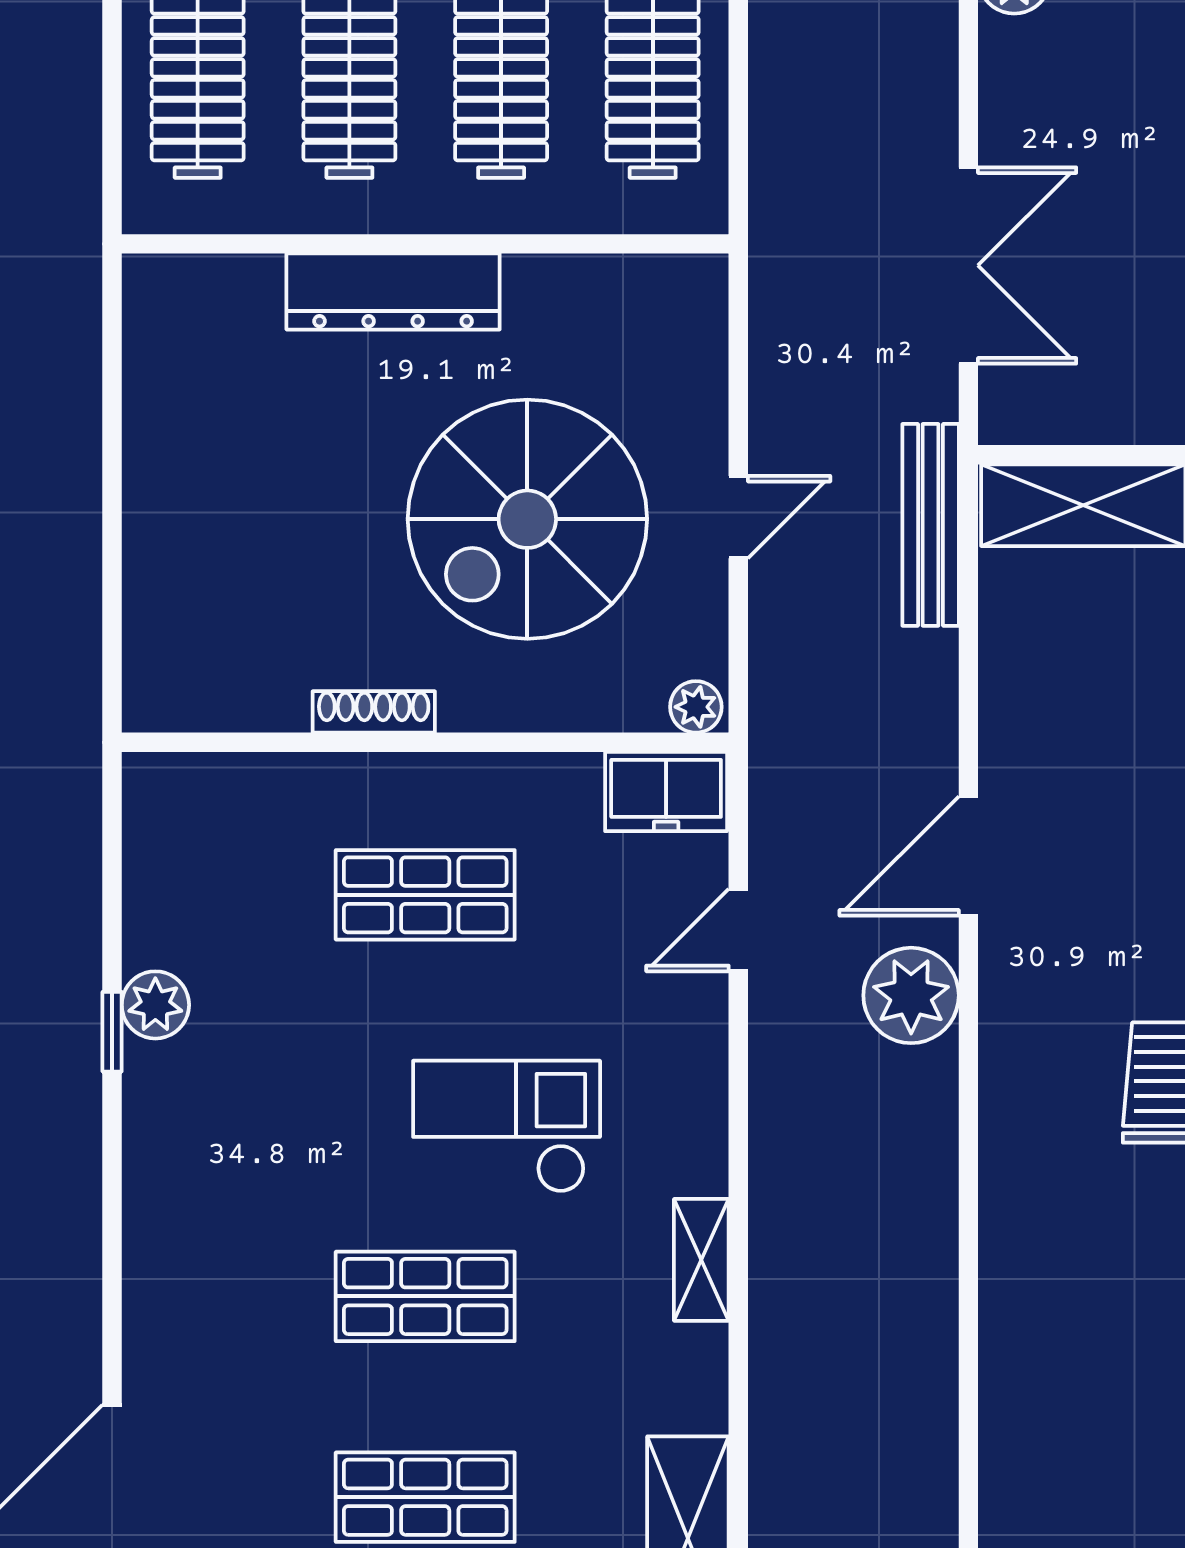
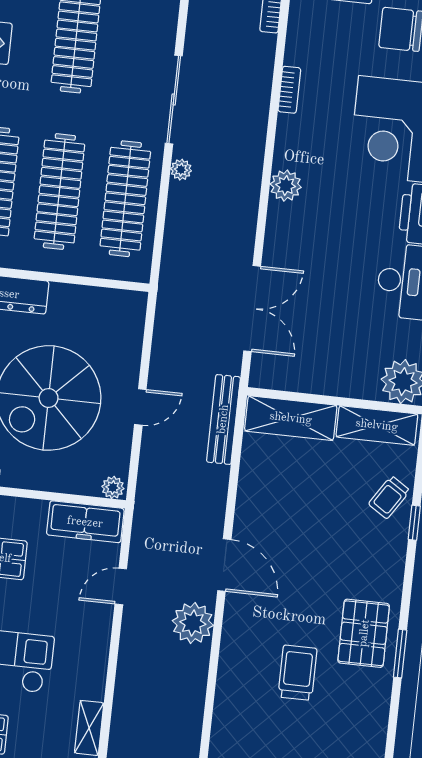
freezer: (666, 792) -> (85, 522), width x1.40
door: (968, 856) -> (224, 565), swing flipped

